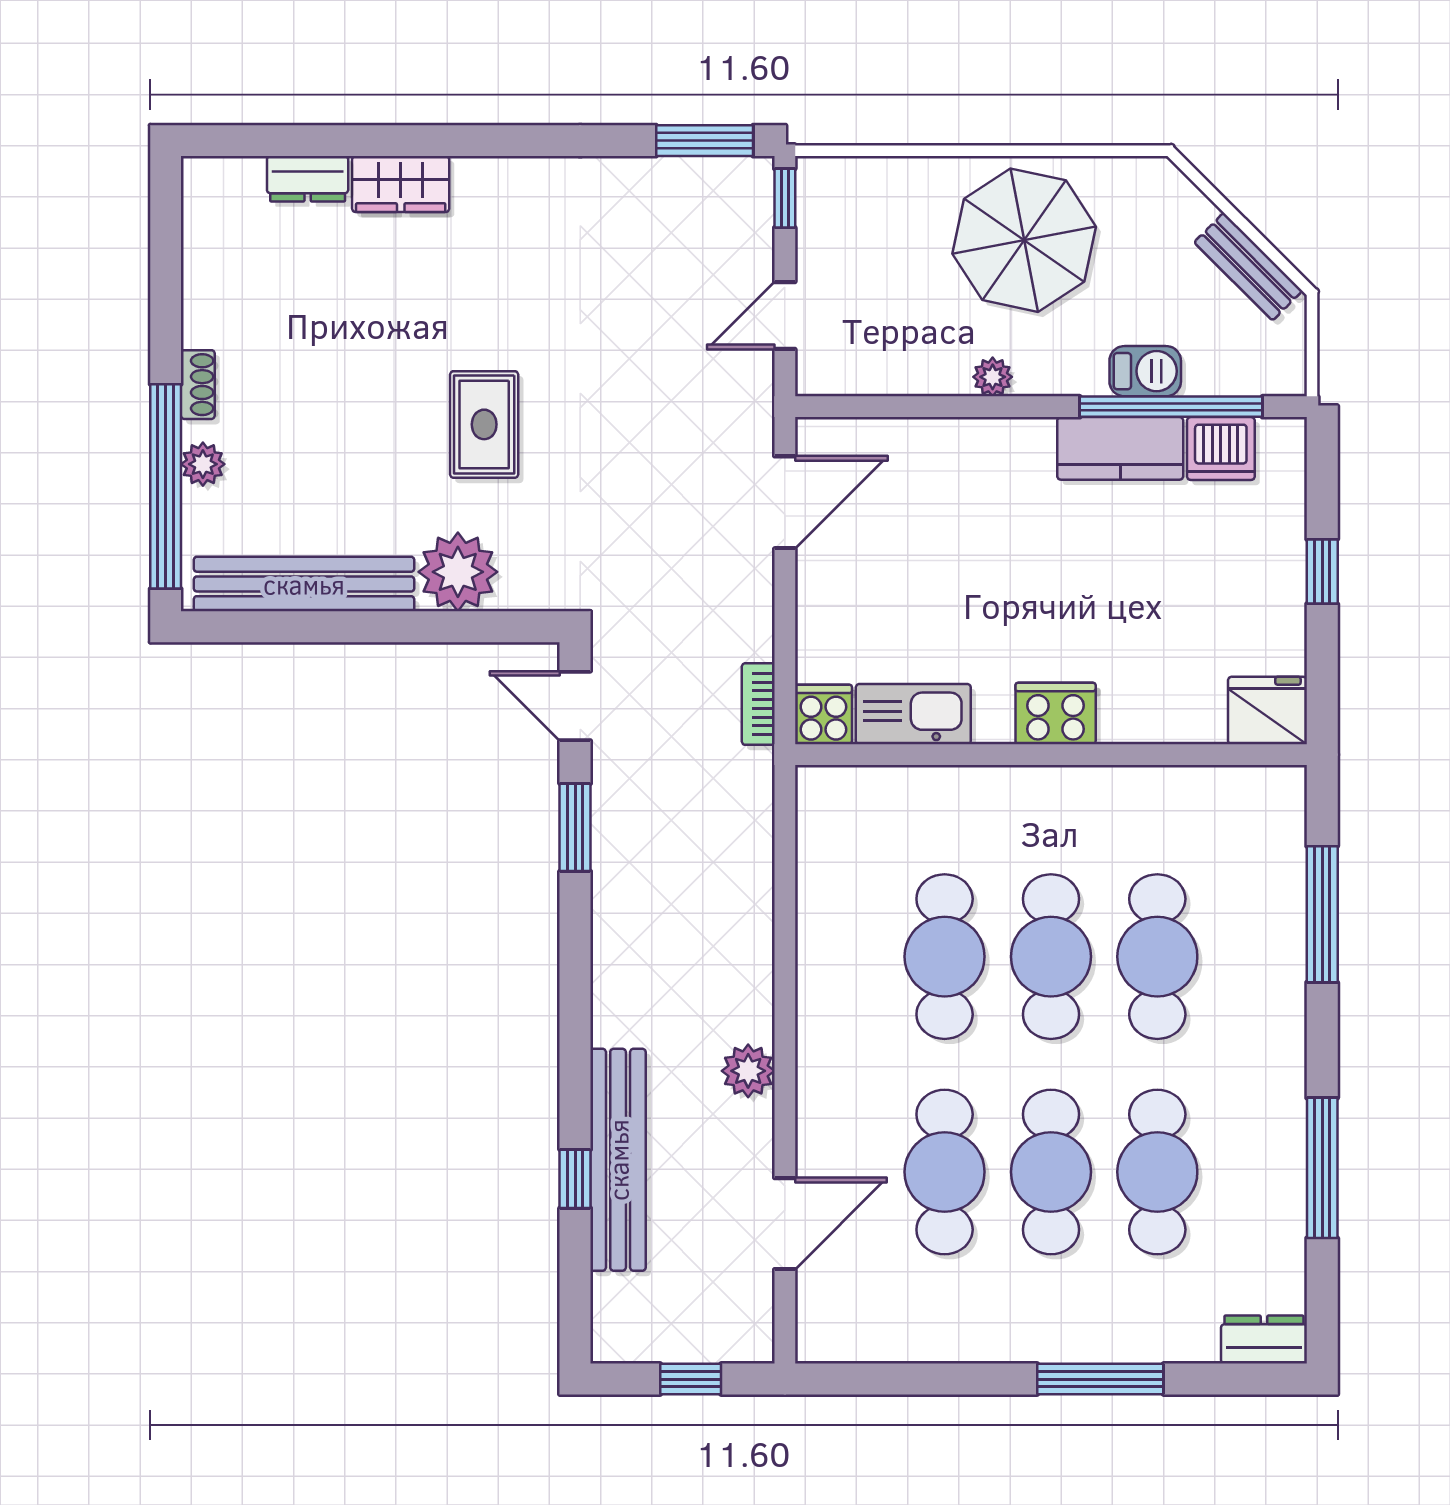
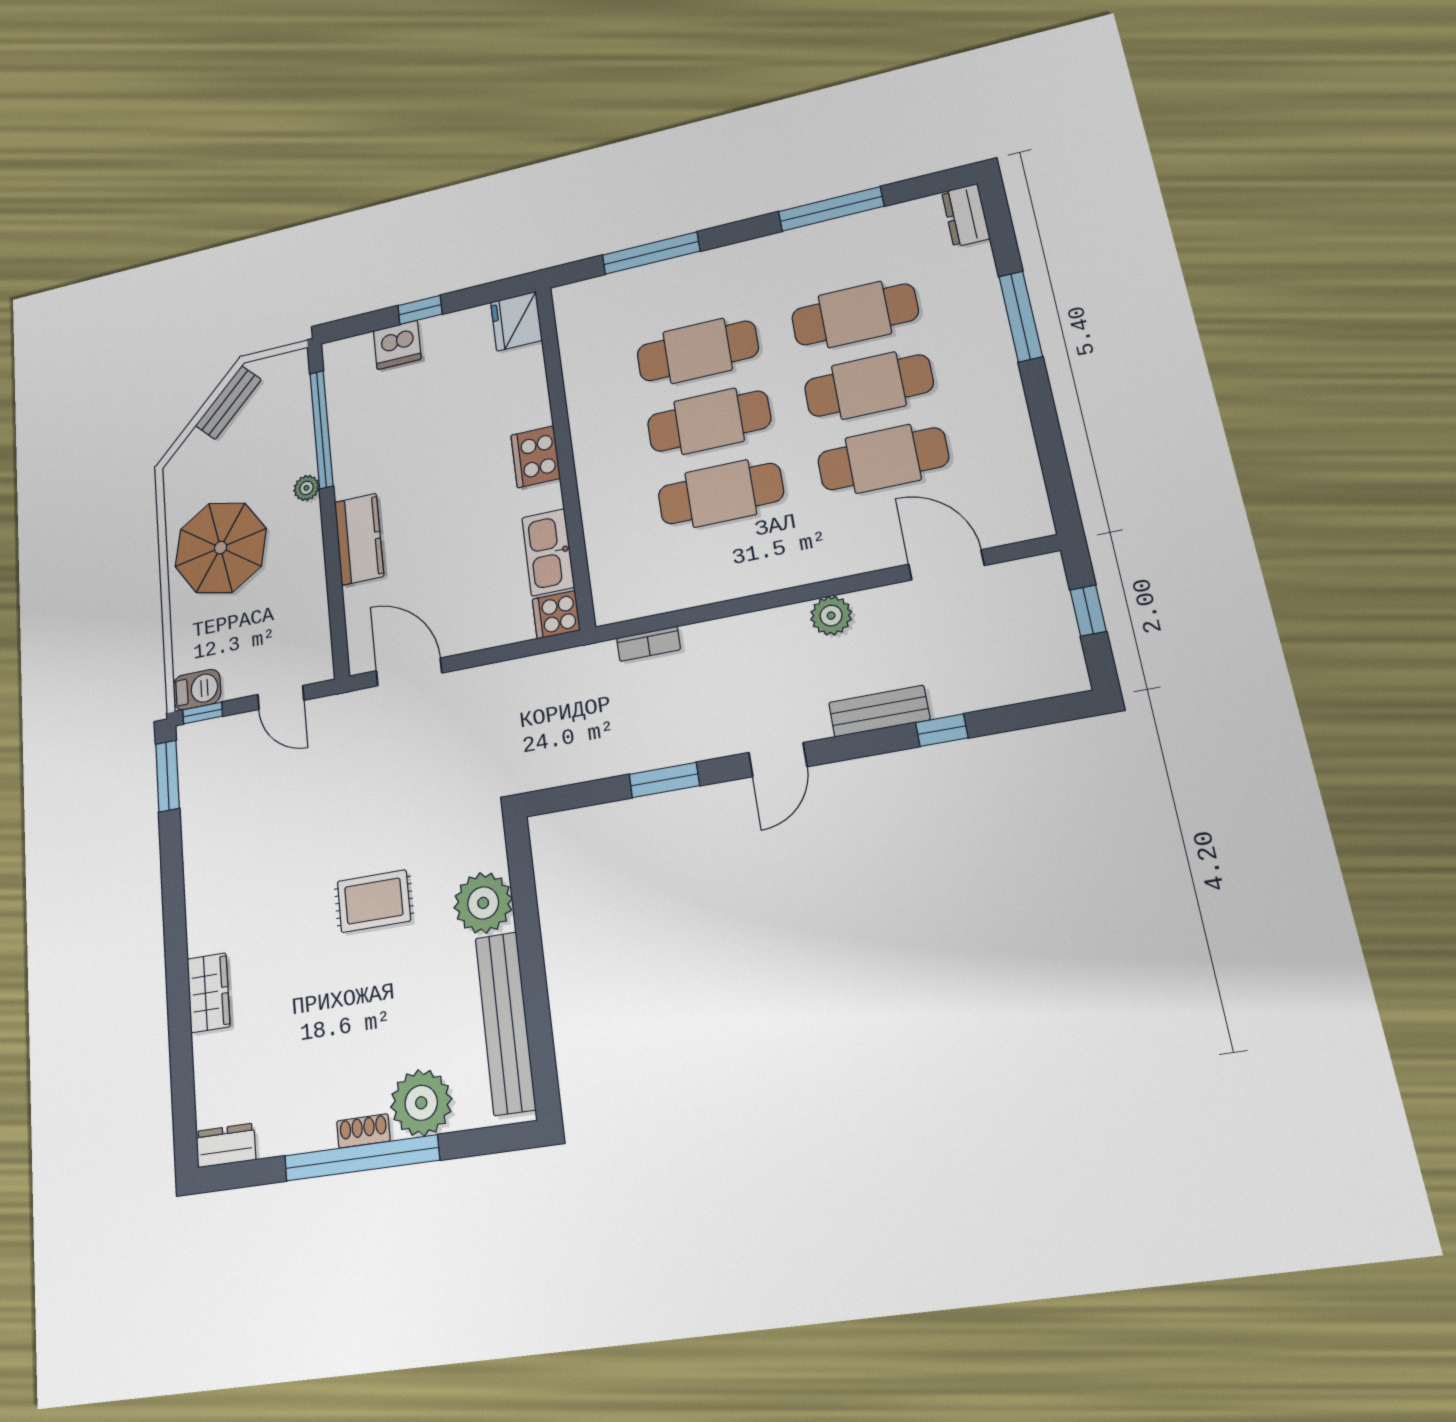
dresser: (308, 179) -> (226, 1145), moved, turned -90
barbecue: (1145, 371) -> (197, 690), moved, turned 90
plant: (993, 377) -> (306, 488), moved
kitchen counter: (1120, 448) -> (359, 539), moved
dishwasher: (1221, 448) -> (397, 345), moved, turned 90
plant: (203, 464) -> (421, 1103), width x1.87, depth x1.87
window: (166, 486) -> (361, 1158), moved
bookcase: (758, 704) -> (649, 644), moved
door: (575, 706) -> (778, 760), moved
bench: (618, 1160) -> (879, 711), width x0.54, depth x0.82

